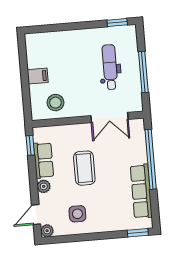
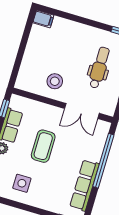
filing cabinet: (38, 76) -> (43, 19), moved
stool: (55, 103) -> (55, 81), moved

